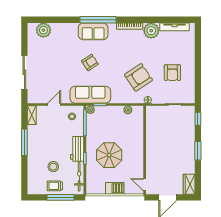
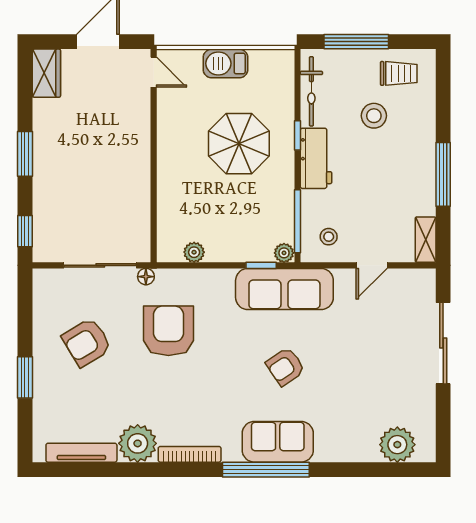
window: (198, 58) -> (25, 377), added
armchair: (172, 73) -> (87, 342), turned -121
armchair: (138, 77) -> (168, 331), turned 124
trolley: (55, 186) -> (399, 73), moved

